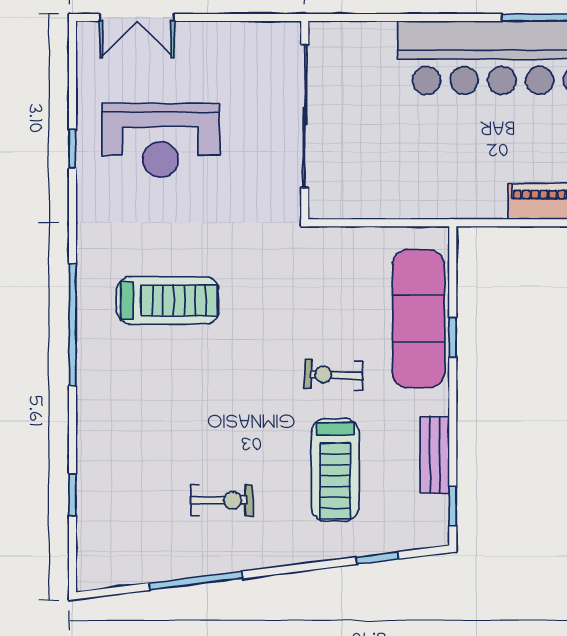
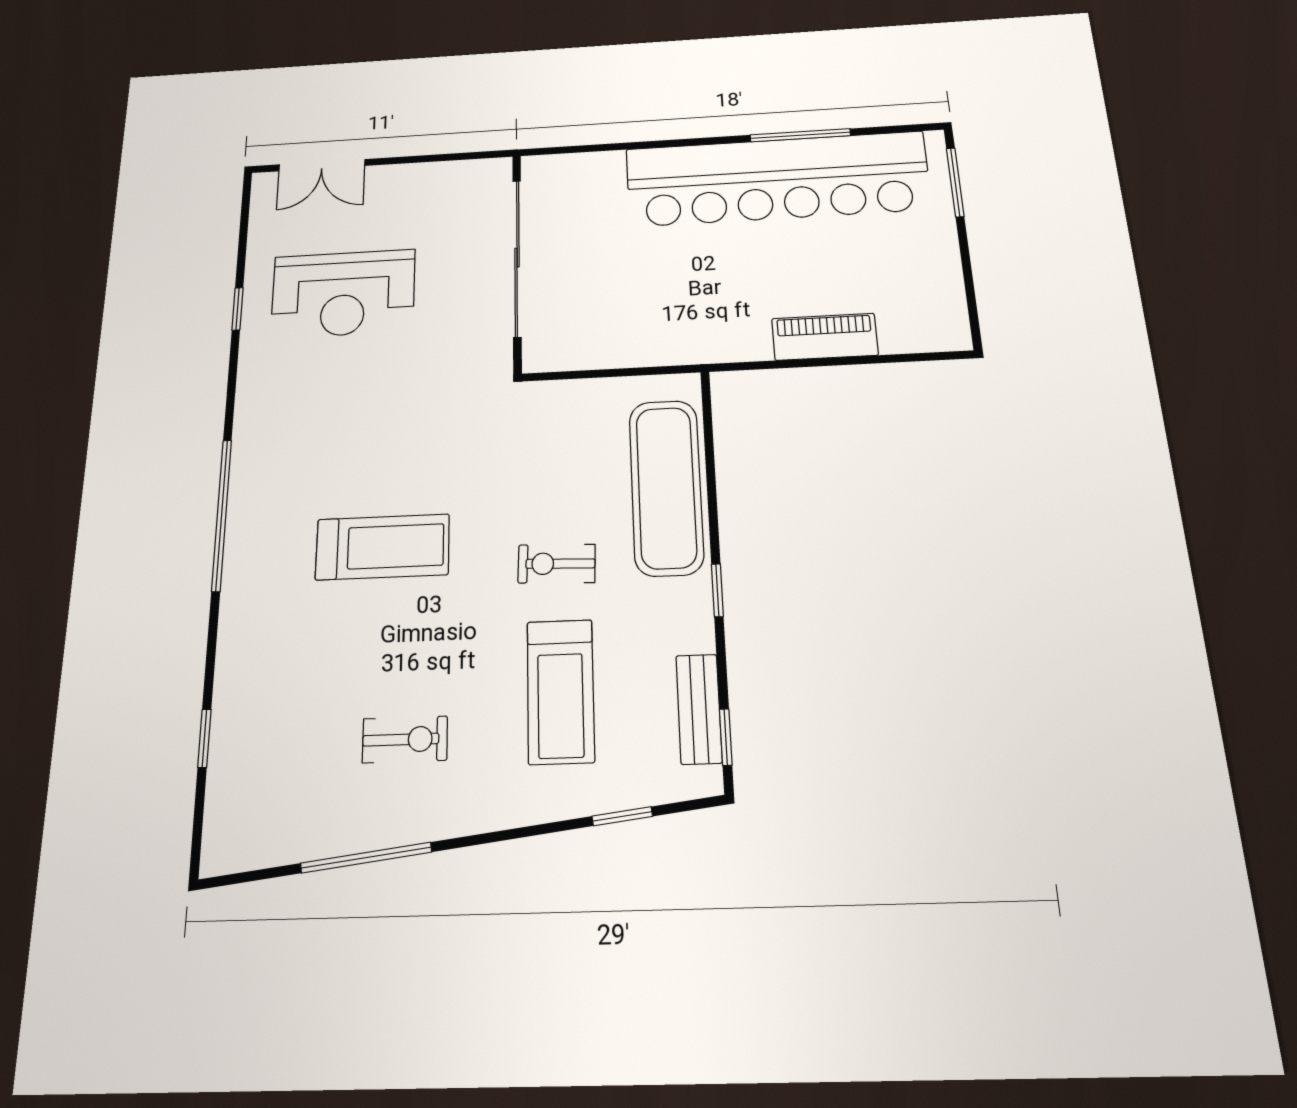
treadmill: (168, 300) -> (382, 547), moved
window: (453, 337) -> (717, 590), moved
bench: (435, 455) -> (699, 709), moved

